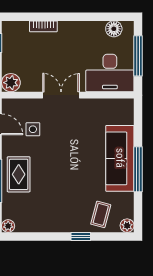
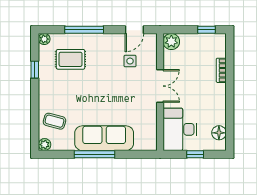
window: (138, 56) -> (195, 154), width x0.46
rug: (19, 174) -> (71, 59), moved
window: (81, 237) -> (35, 70), moved

